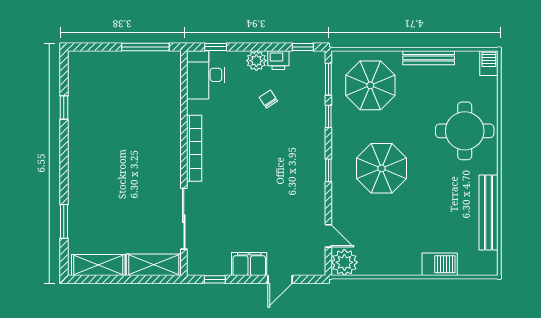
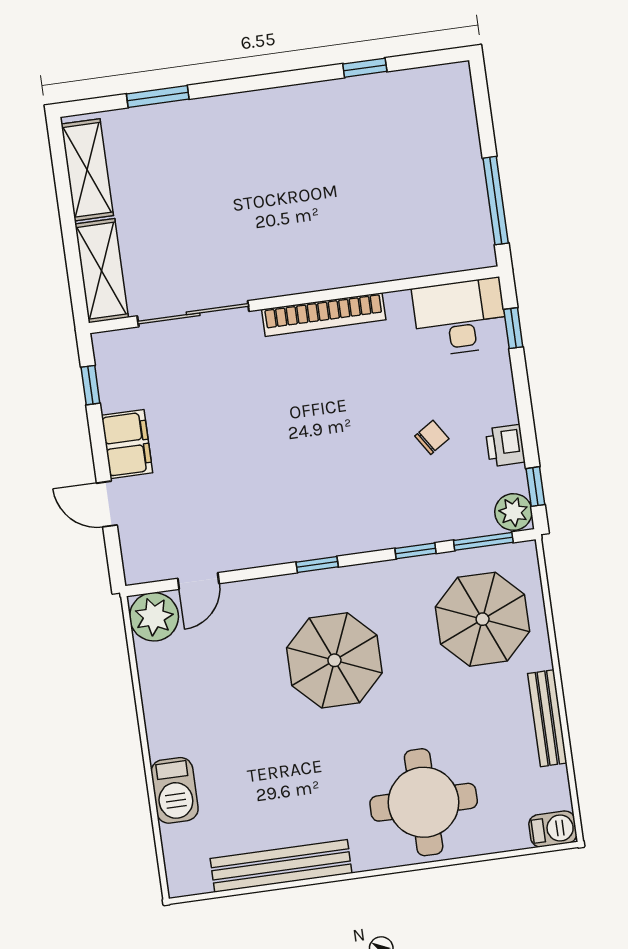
plant: (256, 61) -> (513, 512), moved

